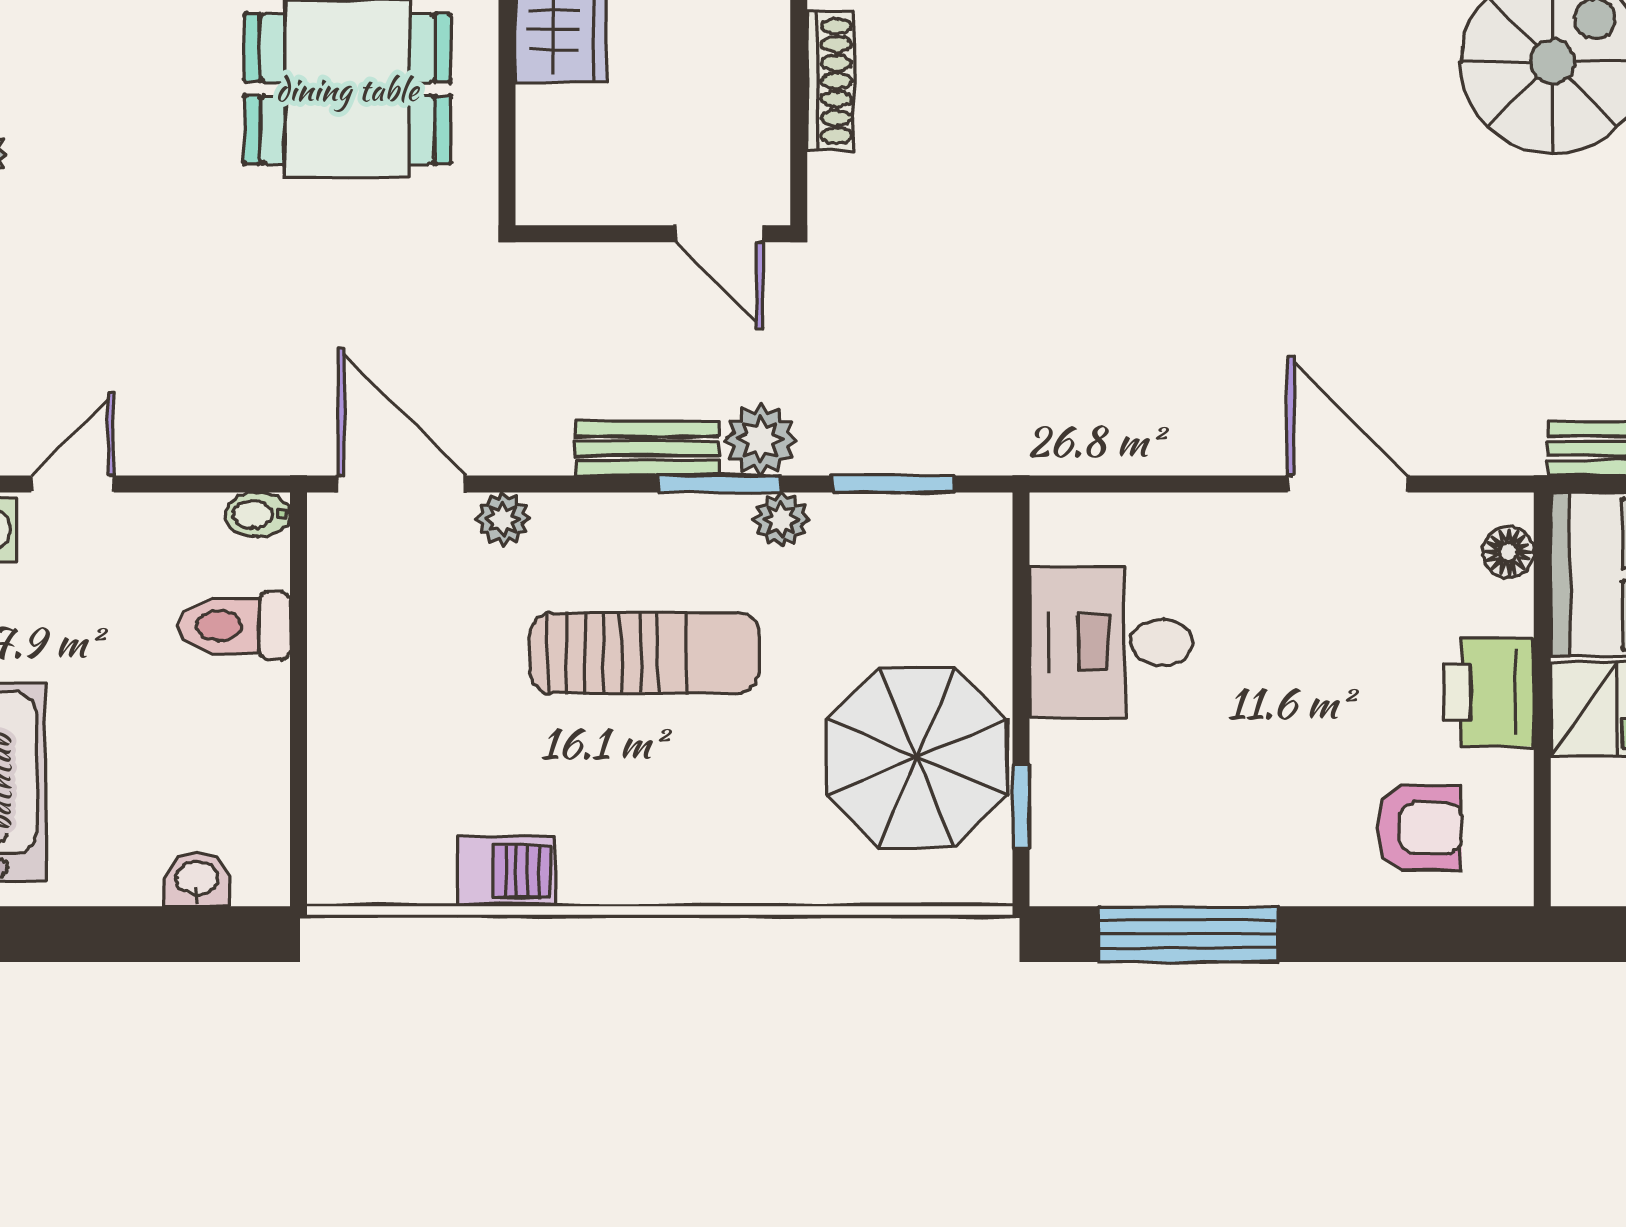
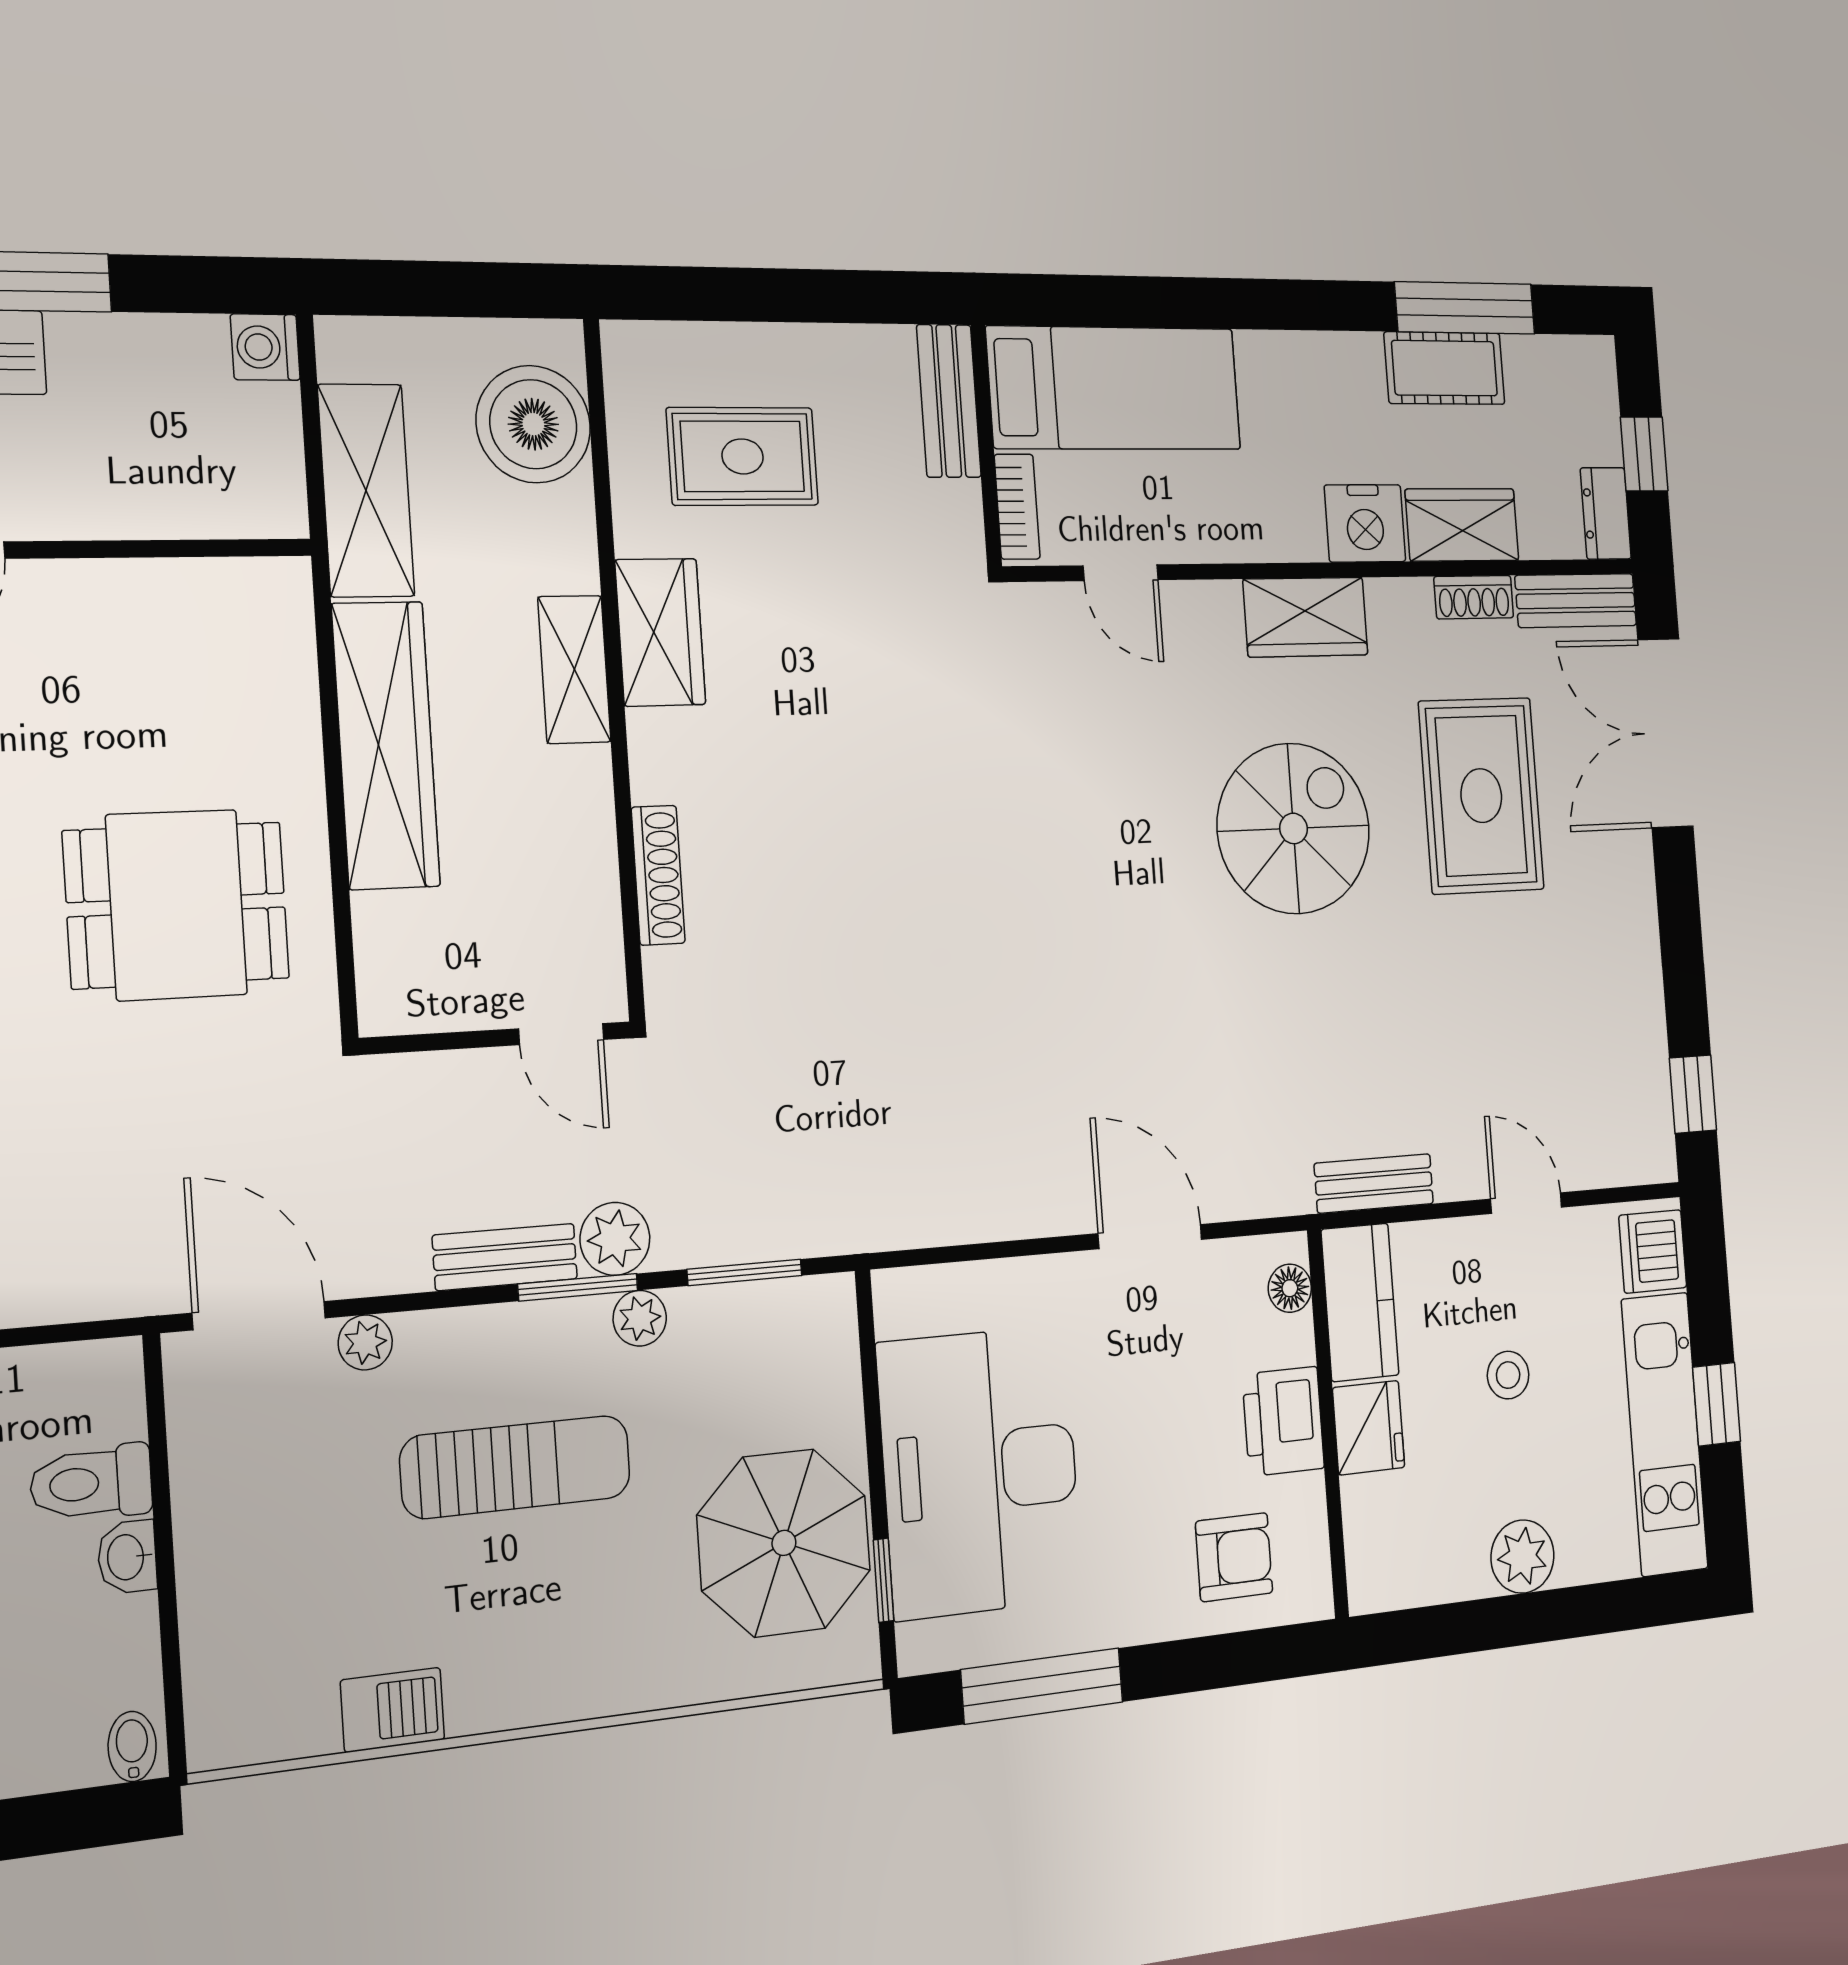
bidet: (258, 514) -> (132, 1746), moved, turned 90
desk: (1111, 642) -> (980, 1472), width x1.87, depth x1.30
washbasin: (197, 880) -> (127, 1557), moved, turned -90

